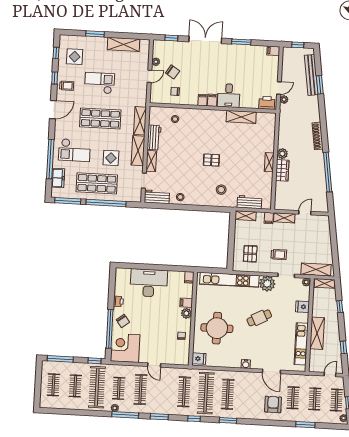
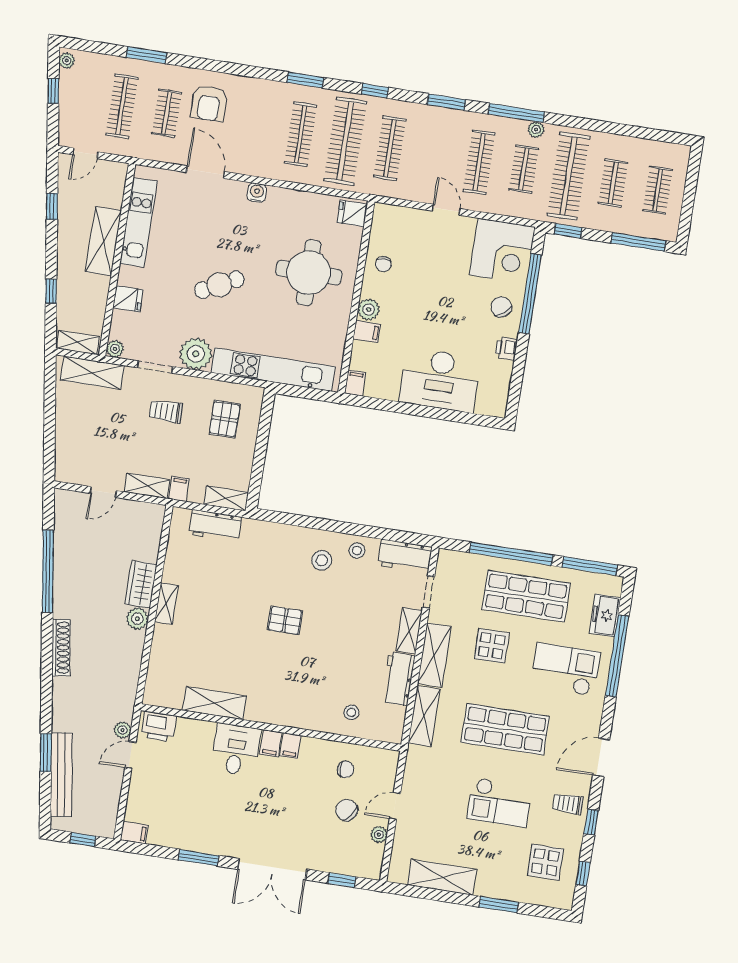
stool: (221, 190) -> (322, 560), moved
clothes rail: (315, 399) -> (122, 106), width x1.36
clothes rail: (336, 400) -> (77, 99), removed

